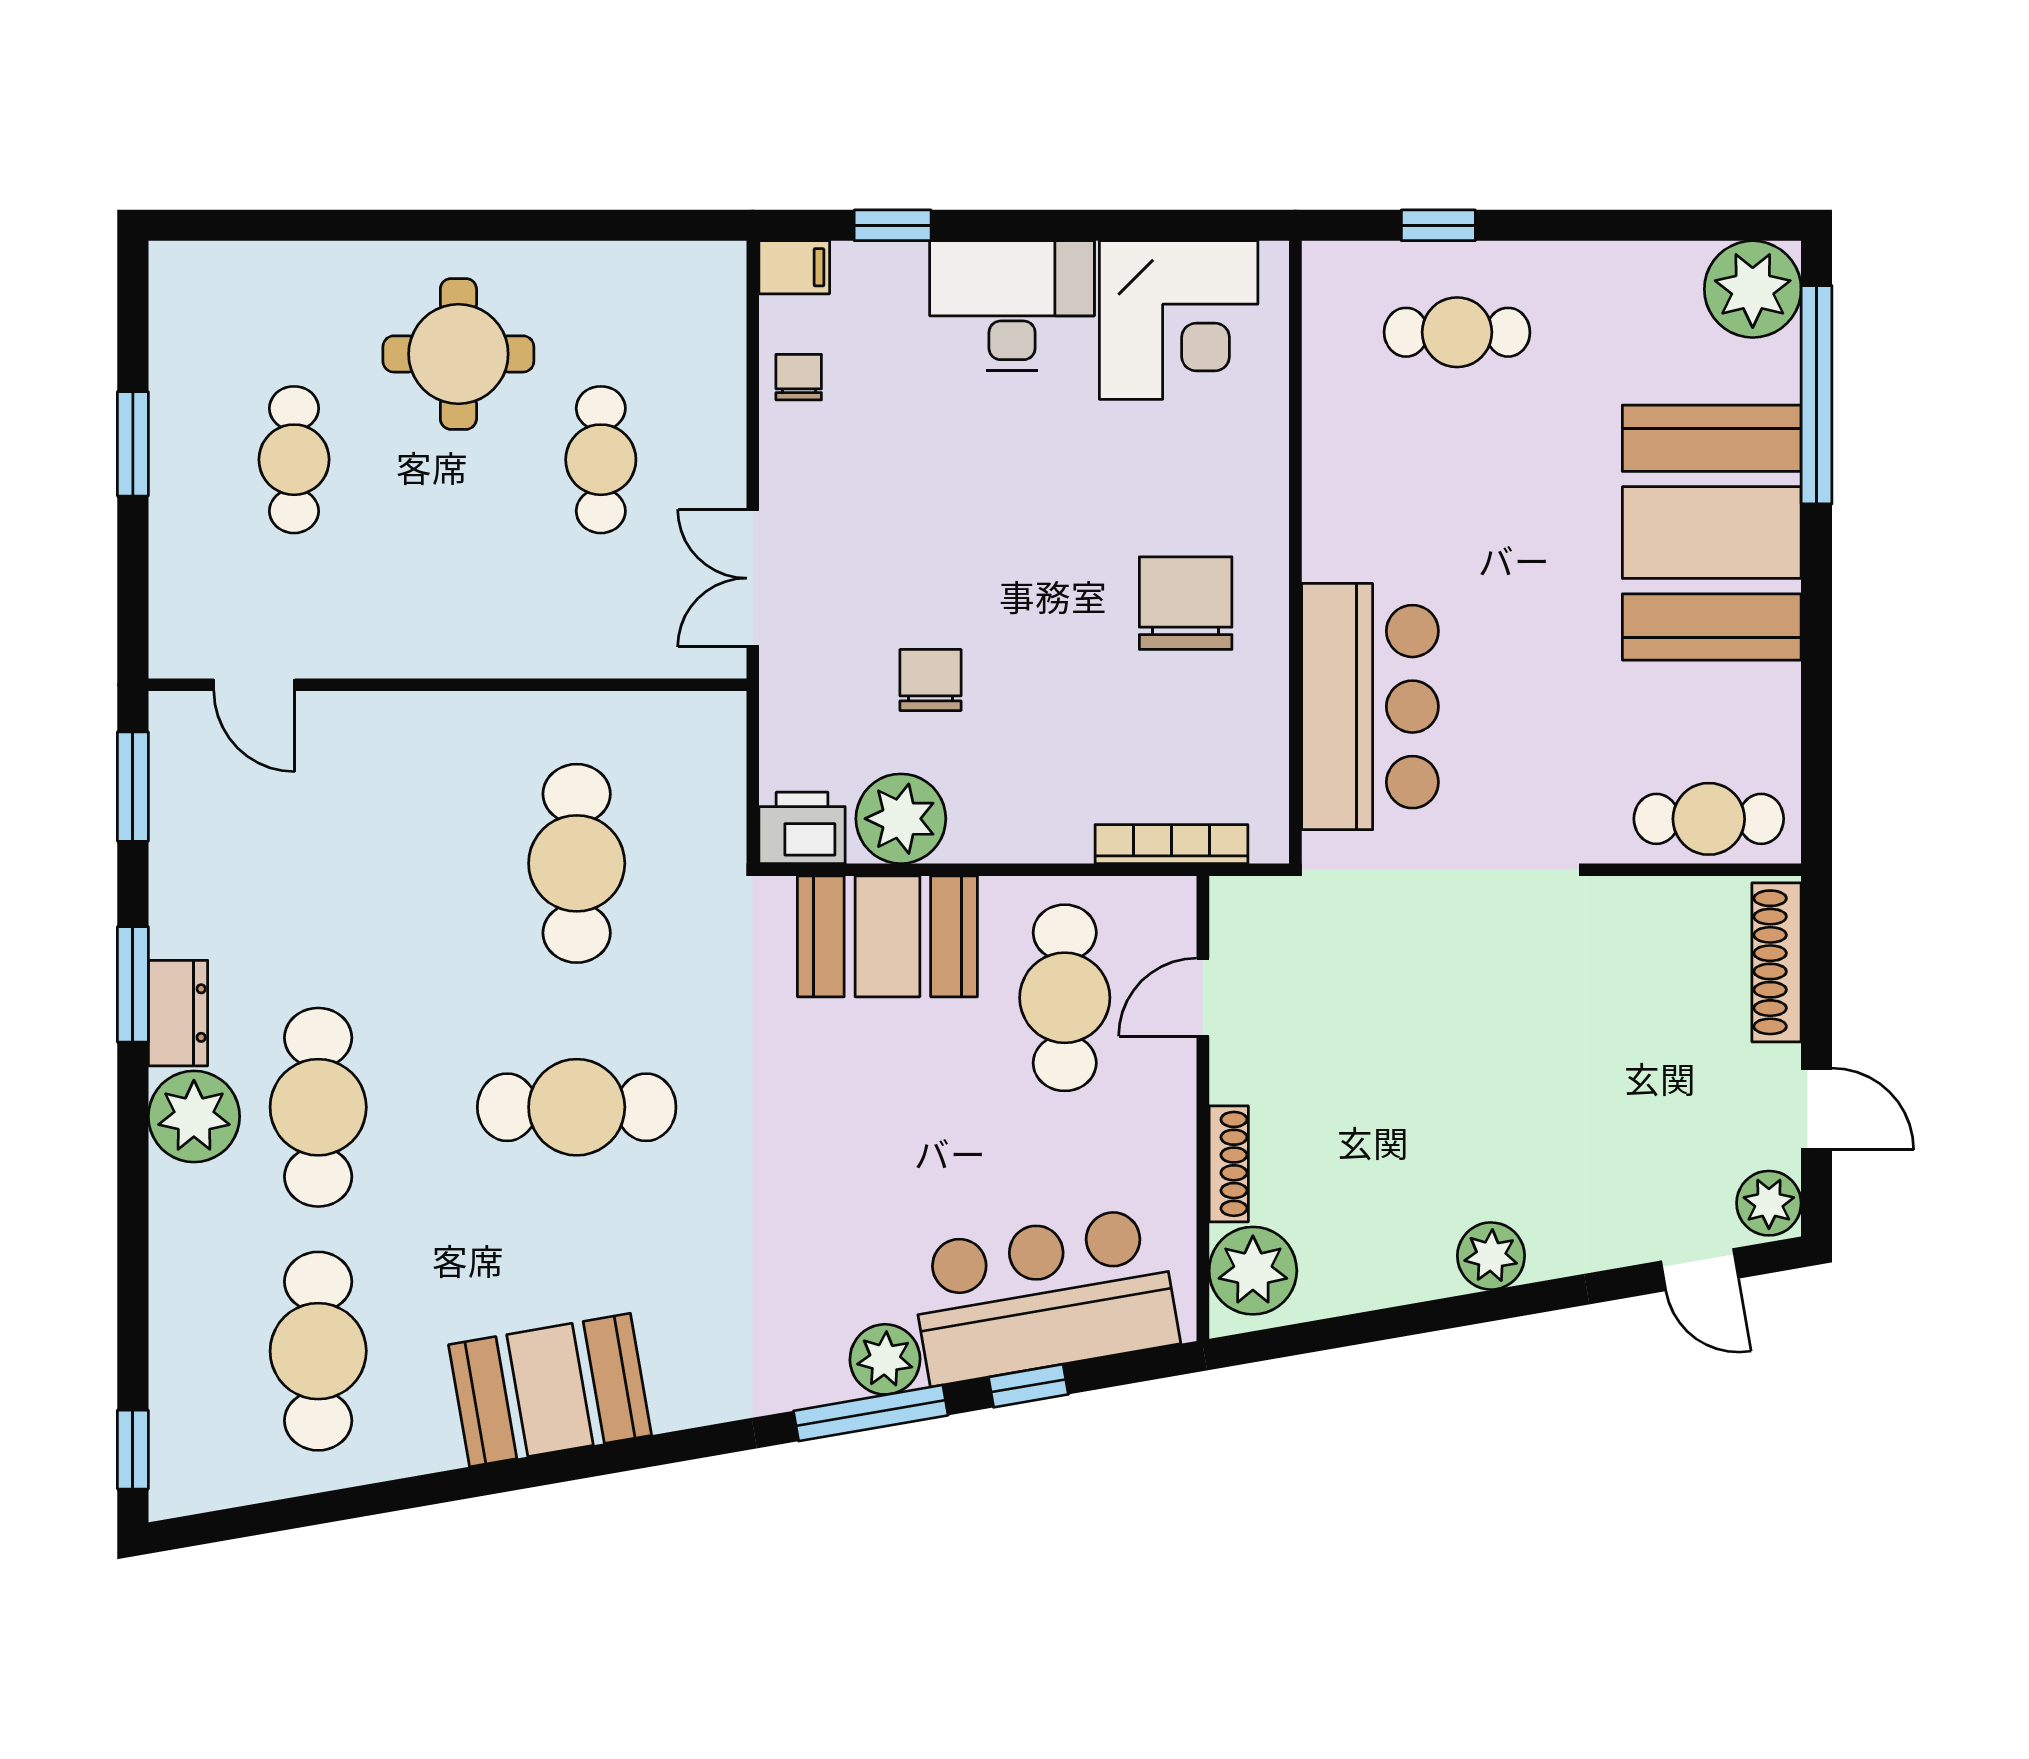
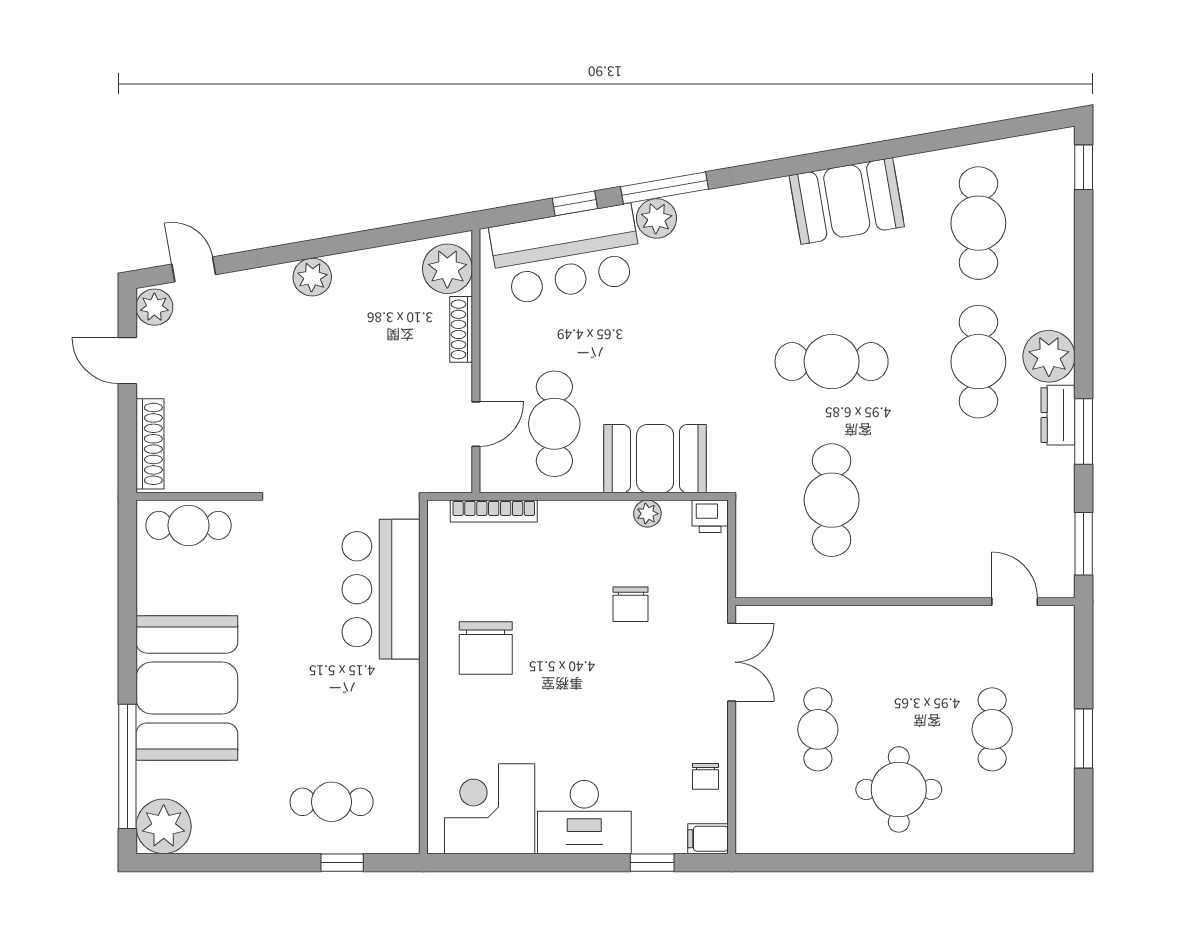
plant: (901, 819) -> (647, 514), width x0.53, depth x0.53
printer: (802, 828) -> (710, 516), width x0.73, depth x0.81

